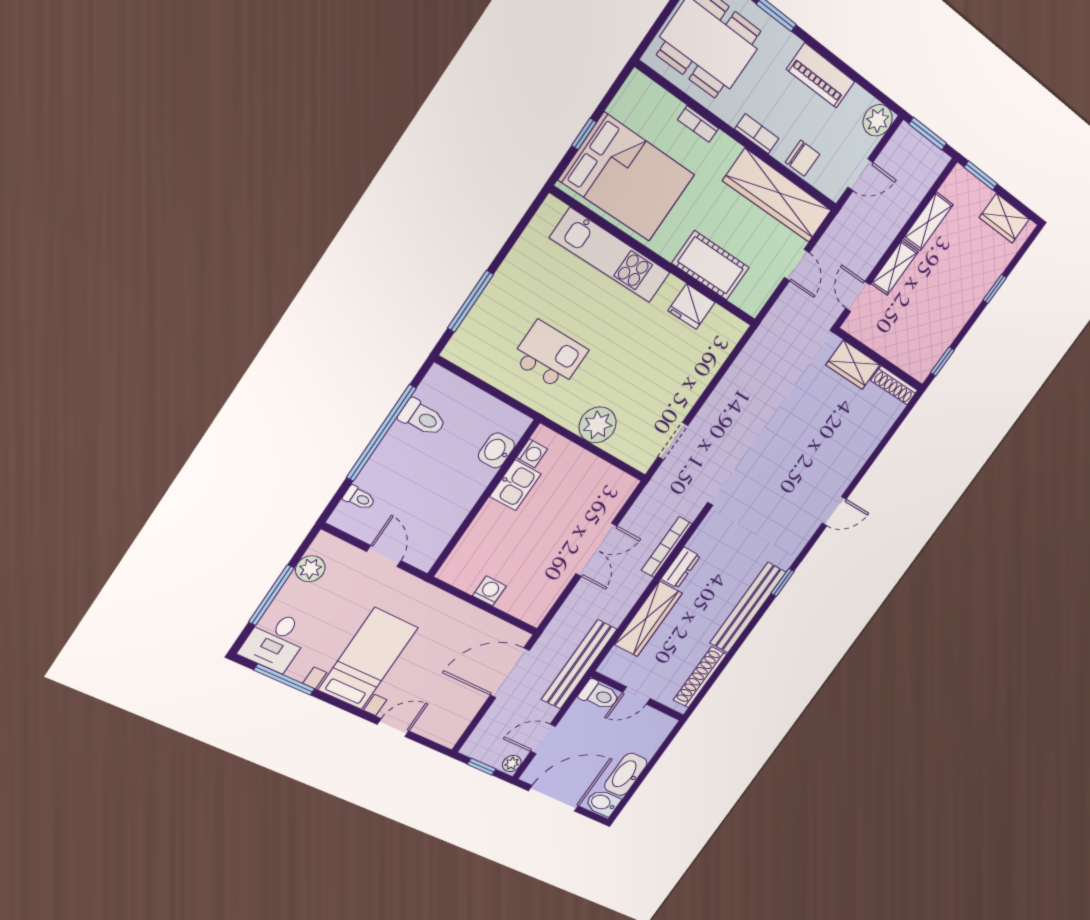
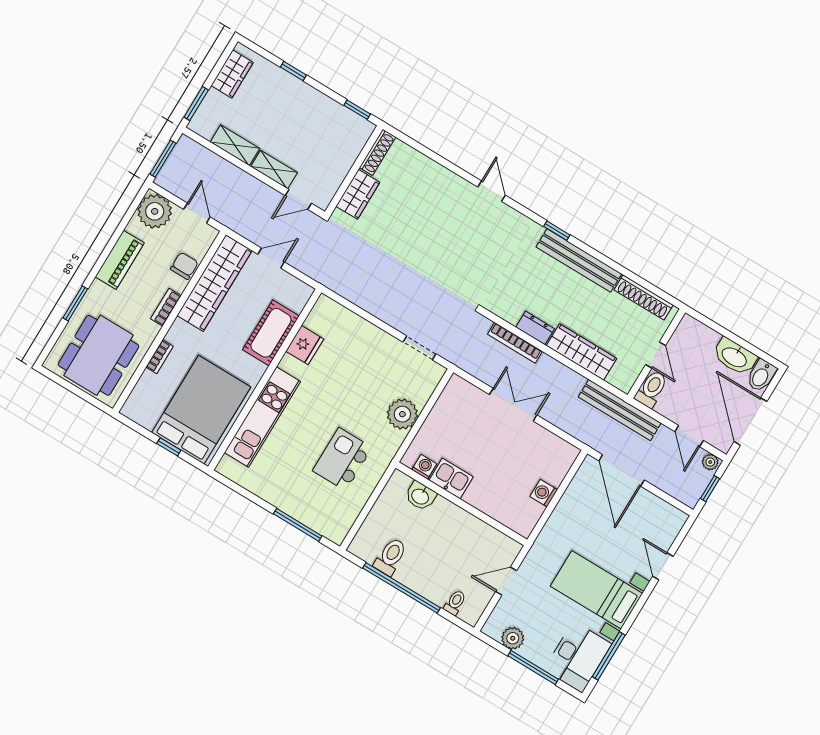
plant: (878, 120) -> (155, 211), width x1.36, depth x1.36
desk: (275, 641) -> (578, 657), width x1.37

